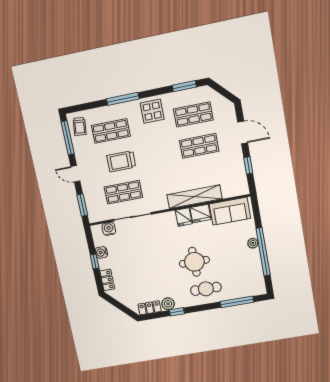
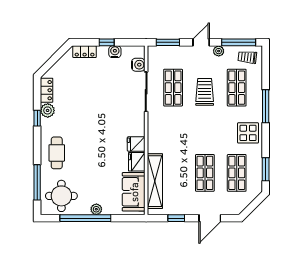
plant: (80, 155) -> (219, 51), added
shelving: (194, 197) -> (155, 181), moved
round table: (194, 262) -> (61, 196), moved

